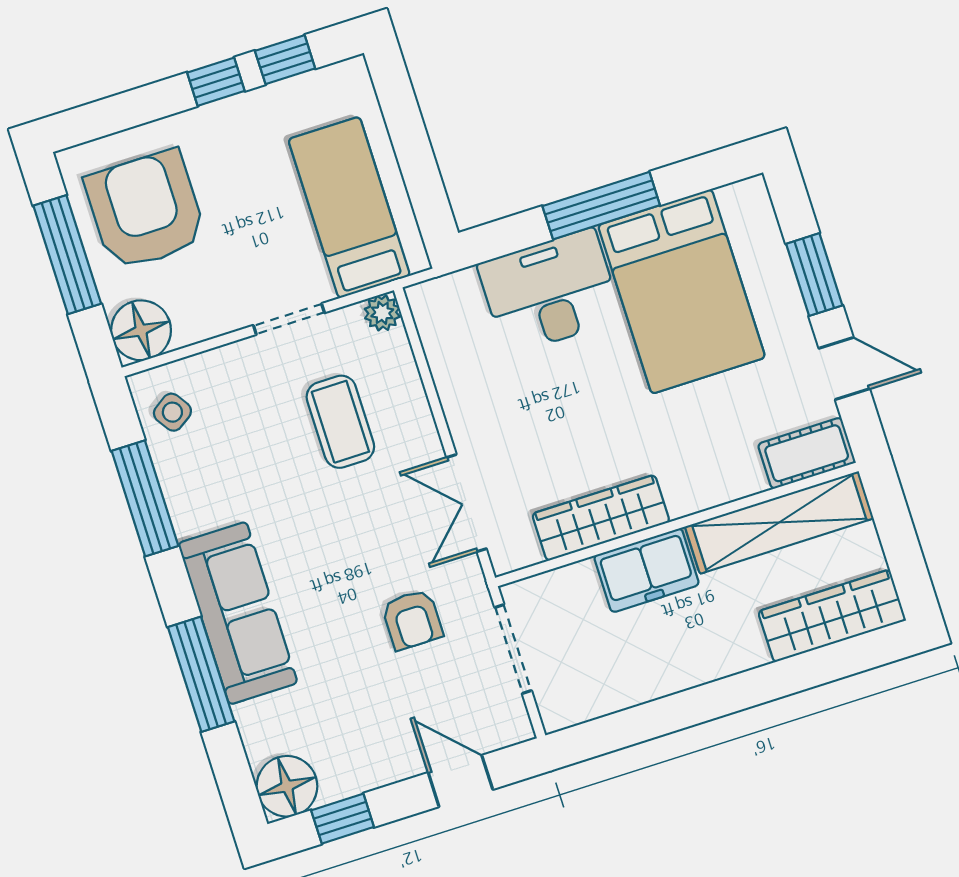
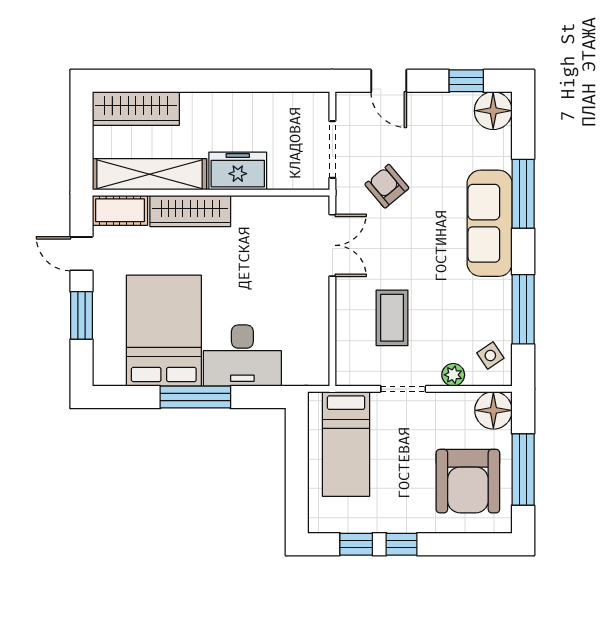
plant: (382, 313) -> (453, 375), moved
wardrobe: (601, 518) -> (190, 211), moved
armchair: (412, 620) -> (387, 186), turned -40

